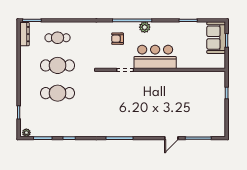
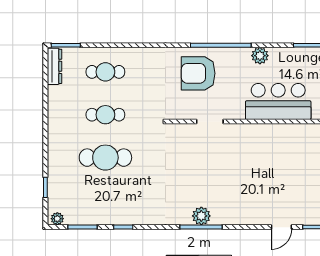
plant: (145, 27) -> (260, 56), moved
armchair: (118, 39) -> (198, 73), width x1.88, depth x1.88
bar counter: (155, 57) -> (278, 101), moved
cafe table: (58, 65) -> (105, 115), width x0.73, depth x0.74
plant: (120, 131) -> (201, 216), added

